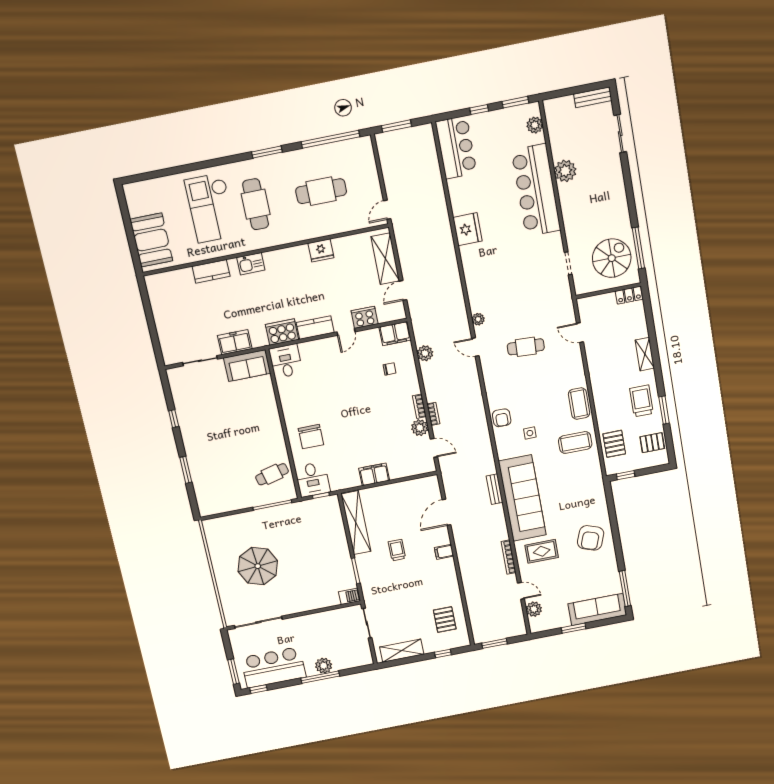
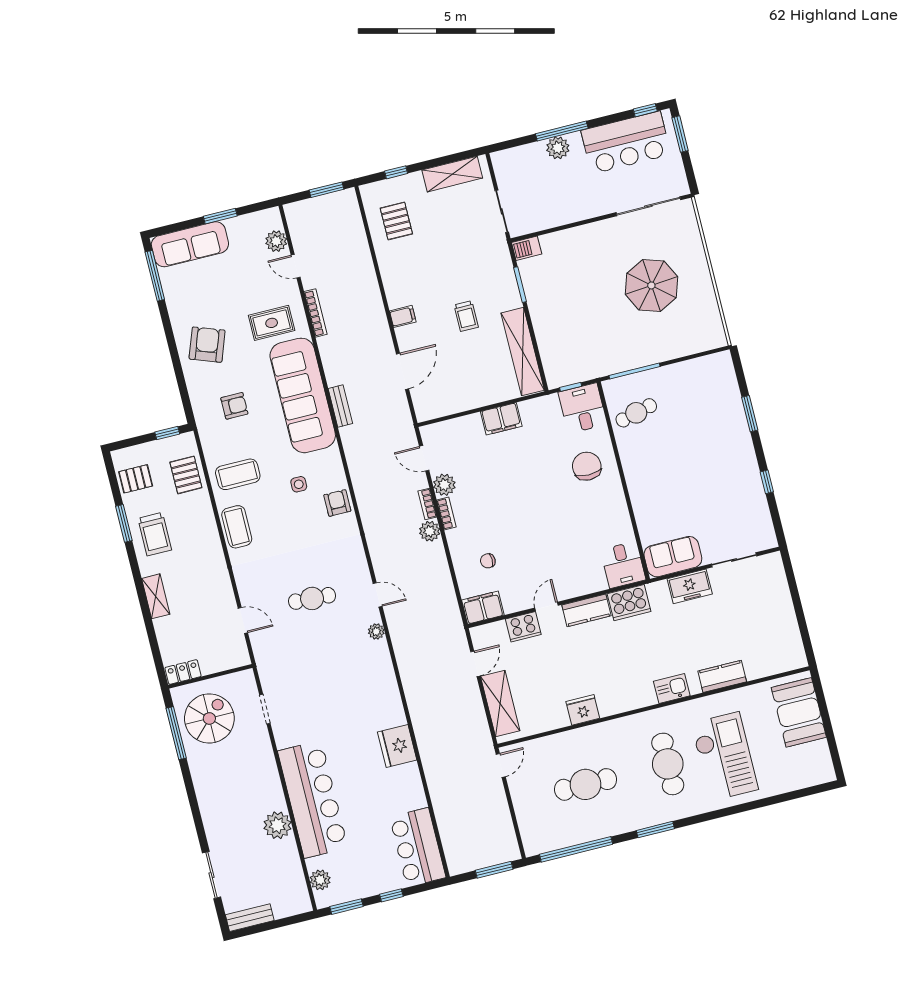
spiral stairs: (612, 258) -> (209, 718), turned 180
plant: (425, 353) -> (430, 531), moved
armchair: (574, 493) -> (234, 406), added

